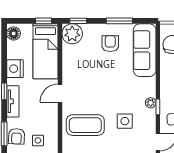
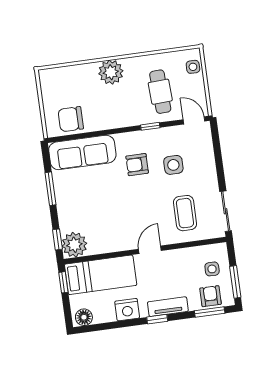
armchair: (110, 44) -> (137, 165), moved
door: (60, 93) -> (150, 250), swing flipped
plant: (151, 103) -> (146, 136), removed
coffee table: (85, 125) -> (185, 213), width x0.73, depth x0.76
armchair: (17, 136) -> (211, 296), turned -93

